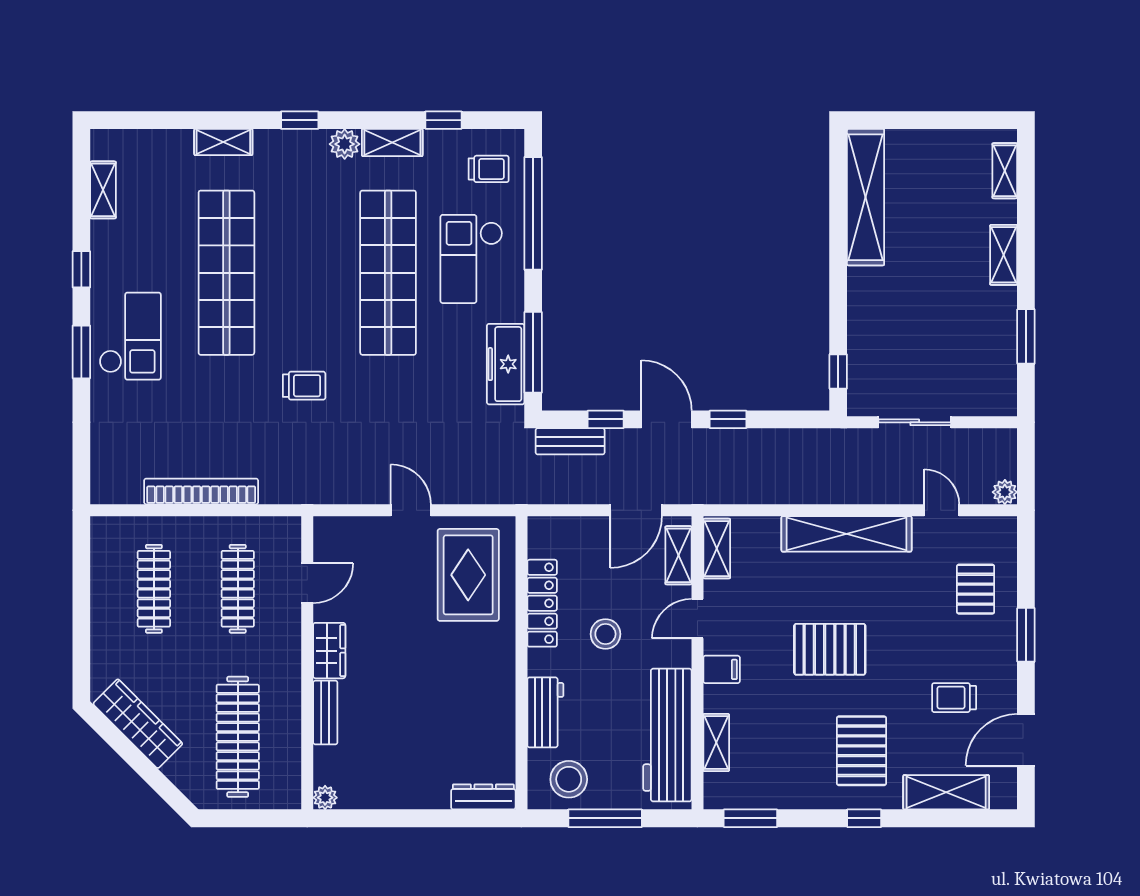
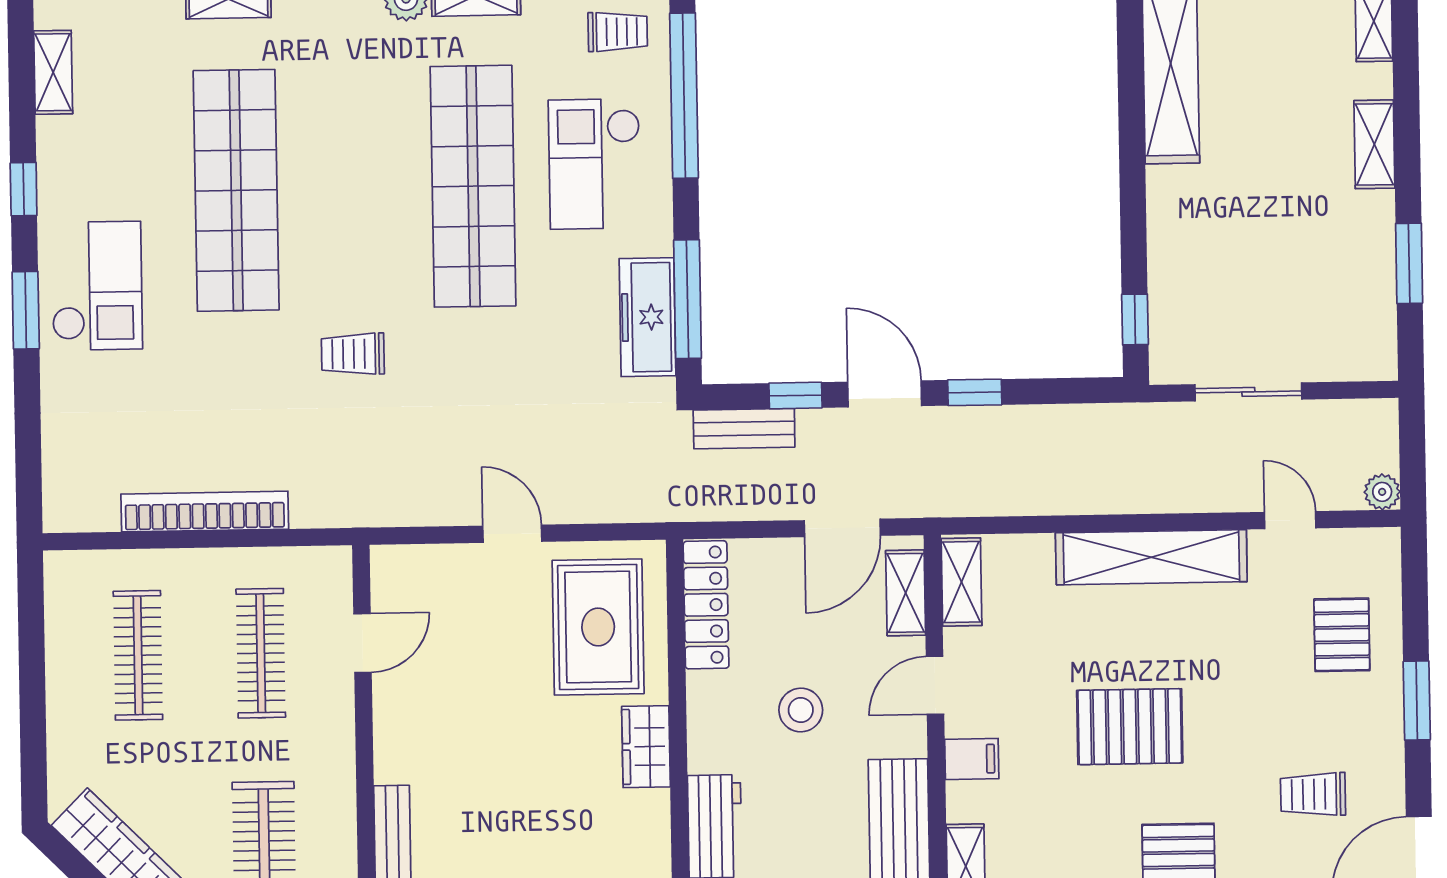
trolley: (304, 386) -> (353, 354), turned 180
locker: (542, 603) -> (706, 605), moved
wardrobe: (329, 651) -> (646, 747), moved, turned 180

